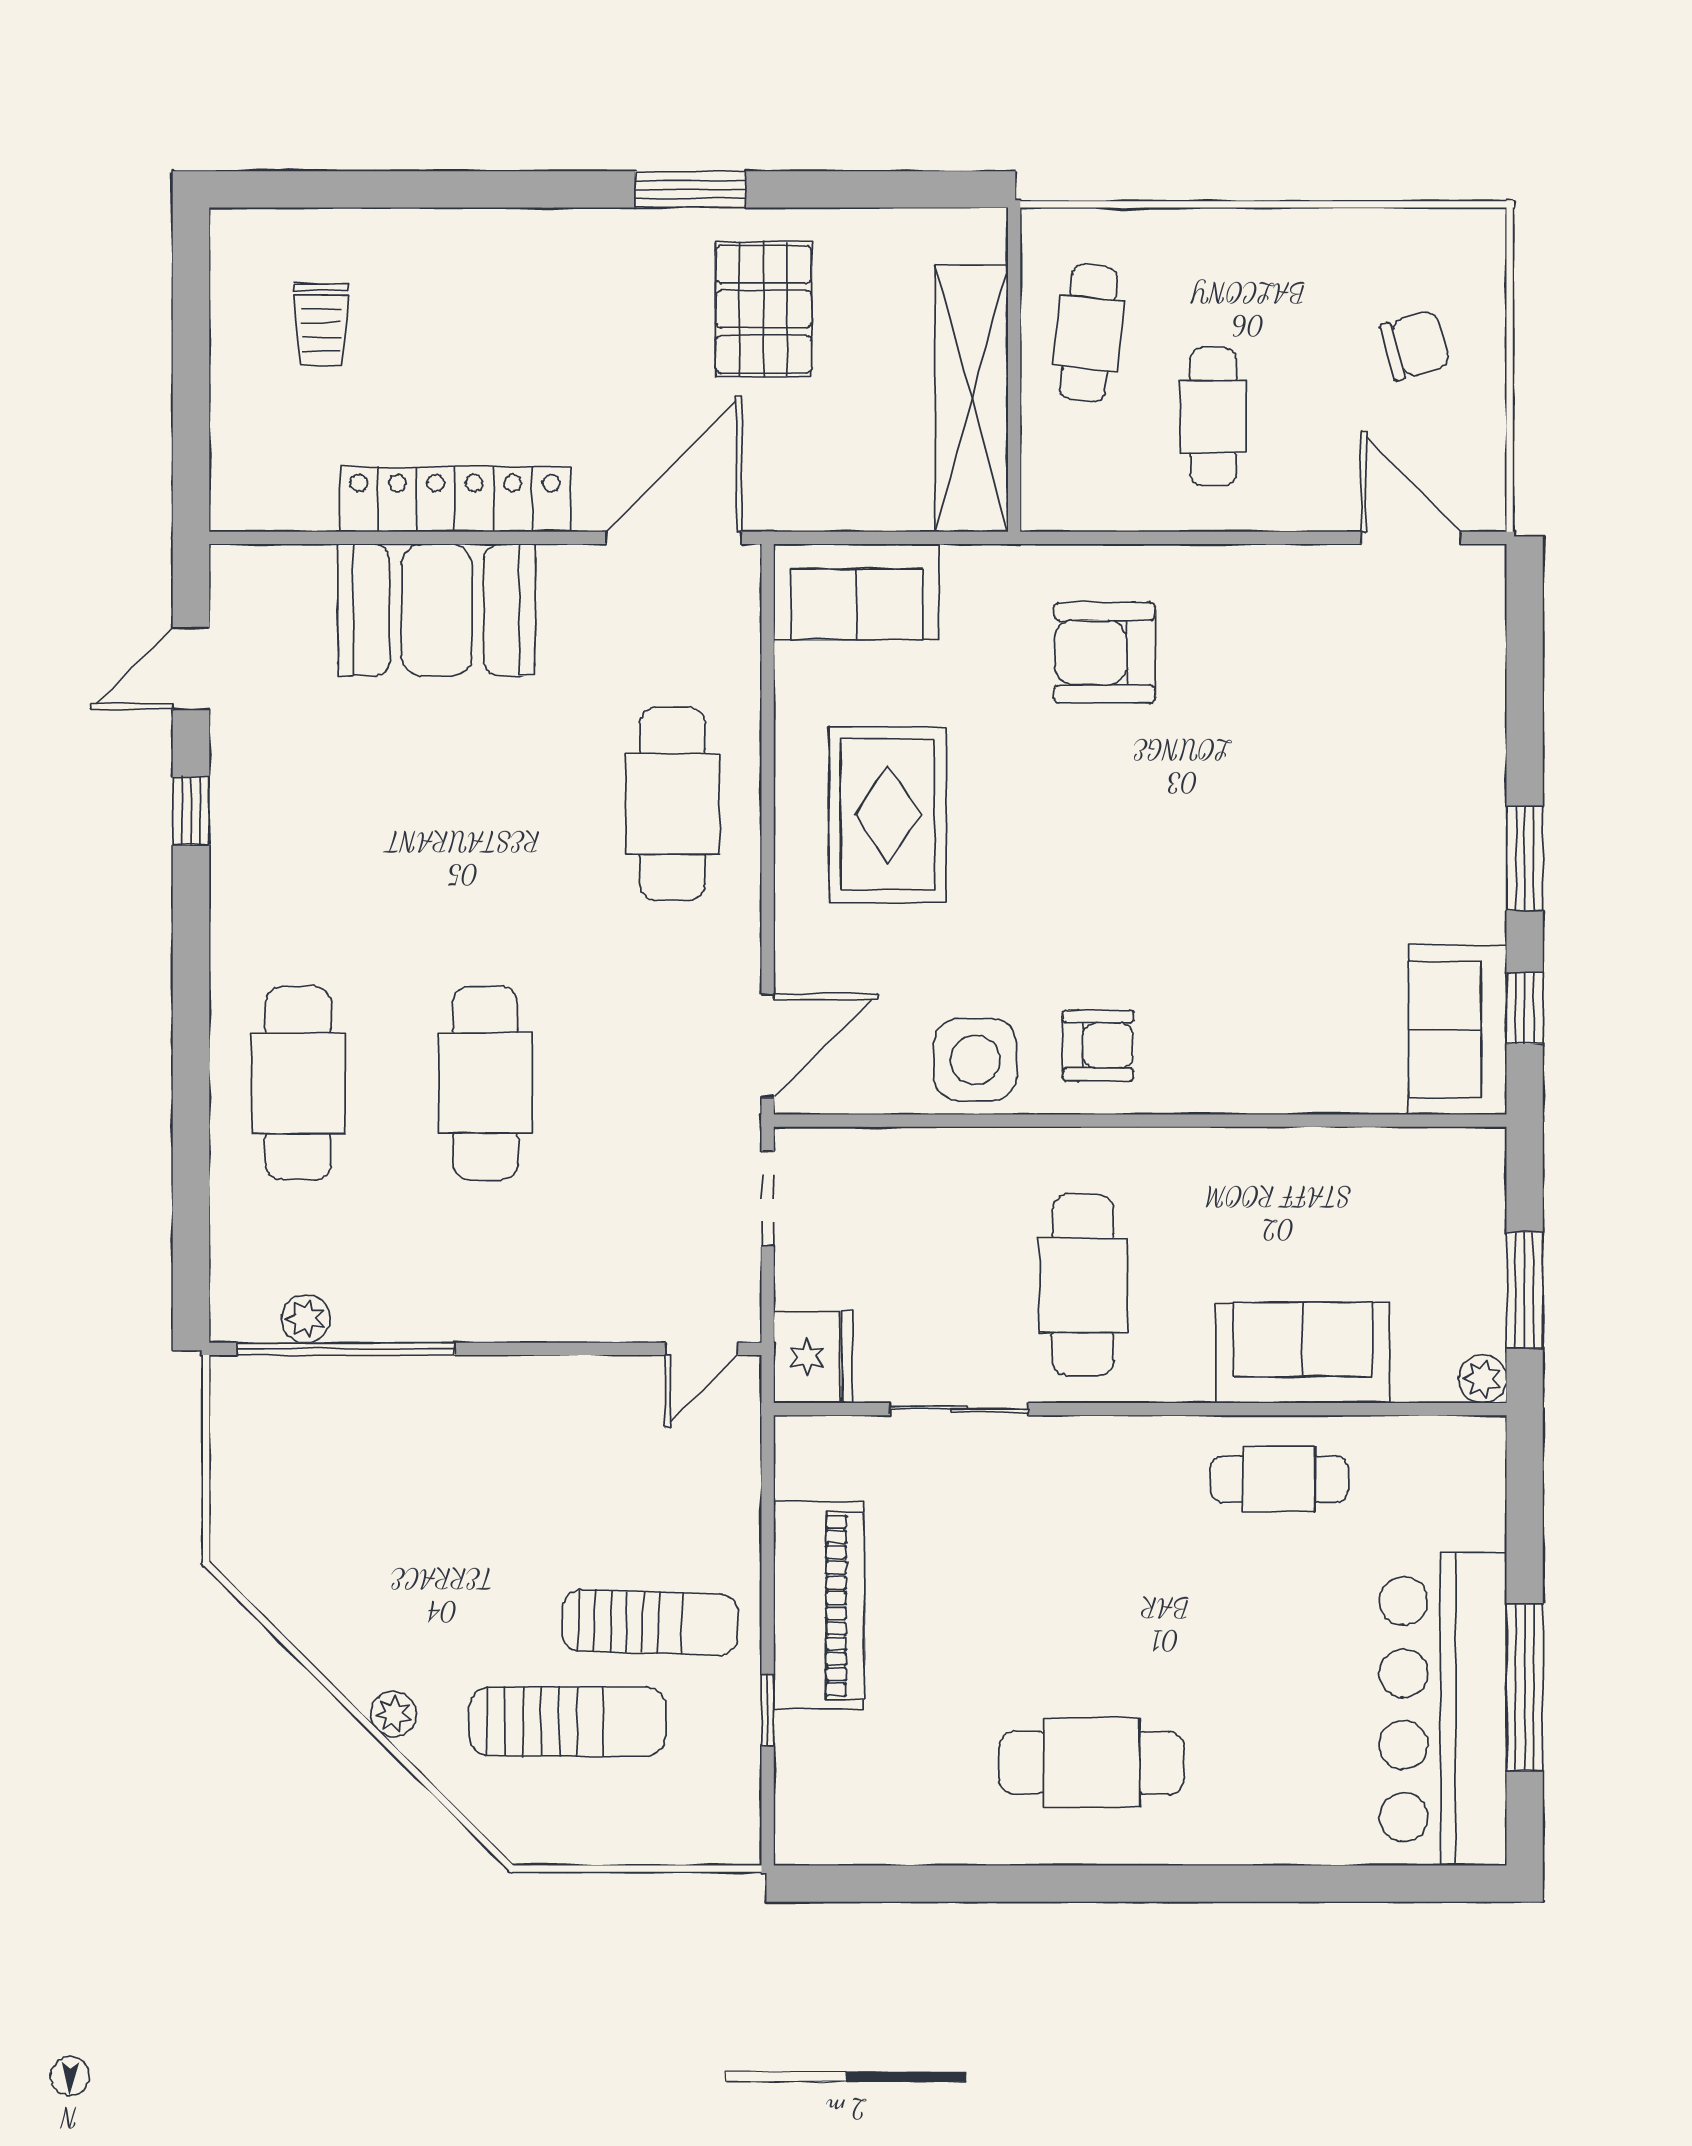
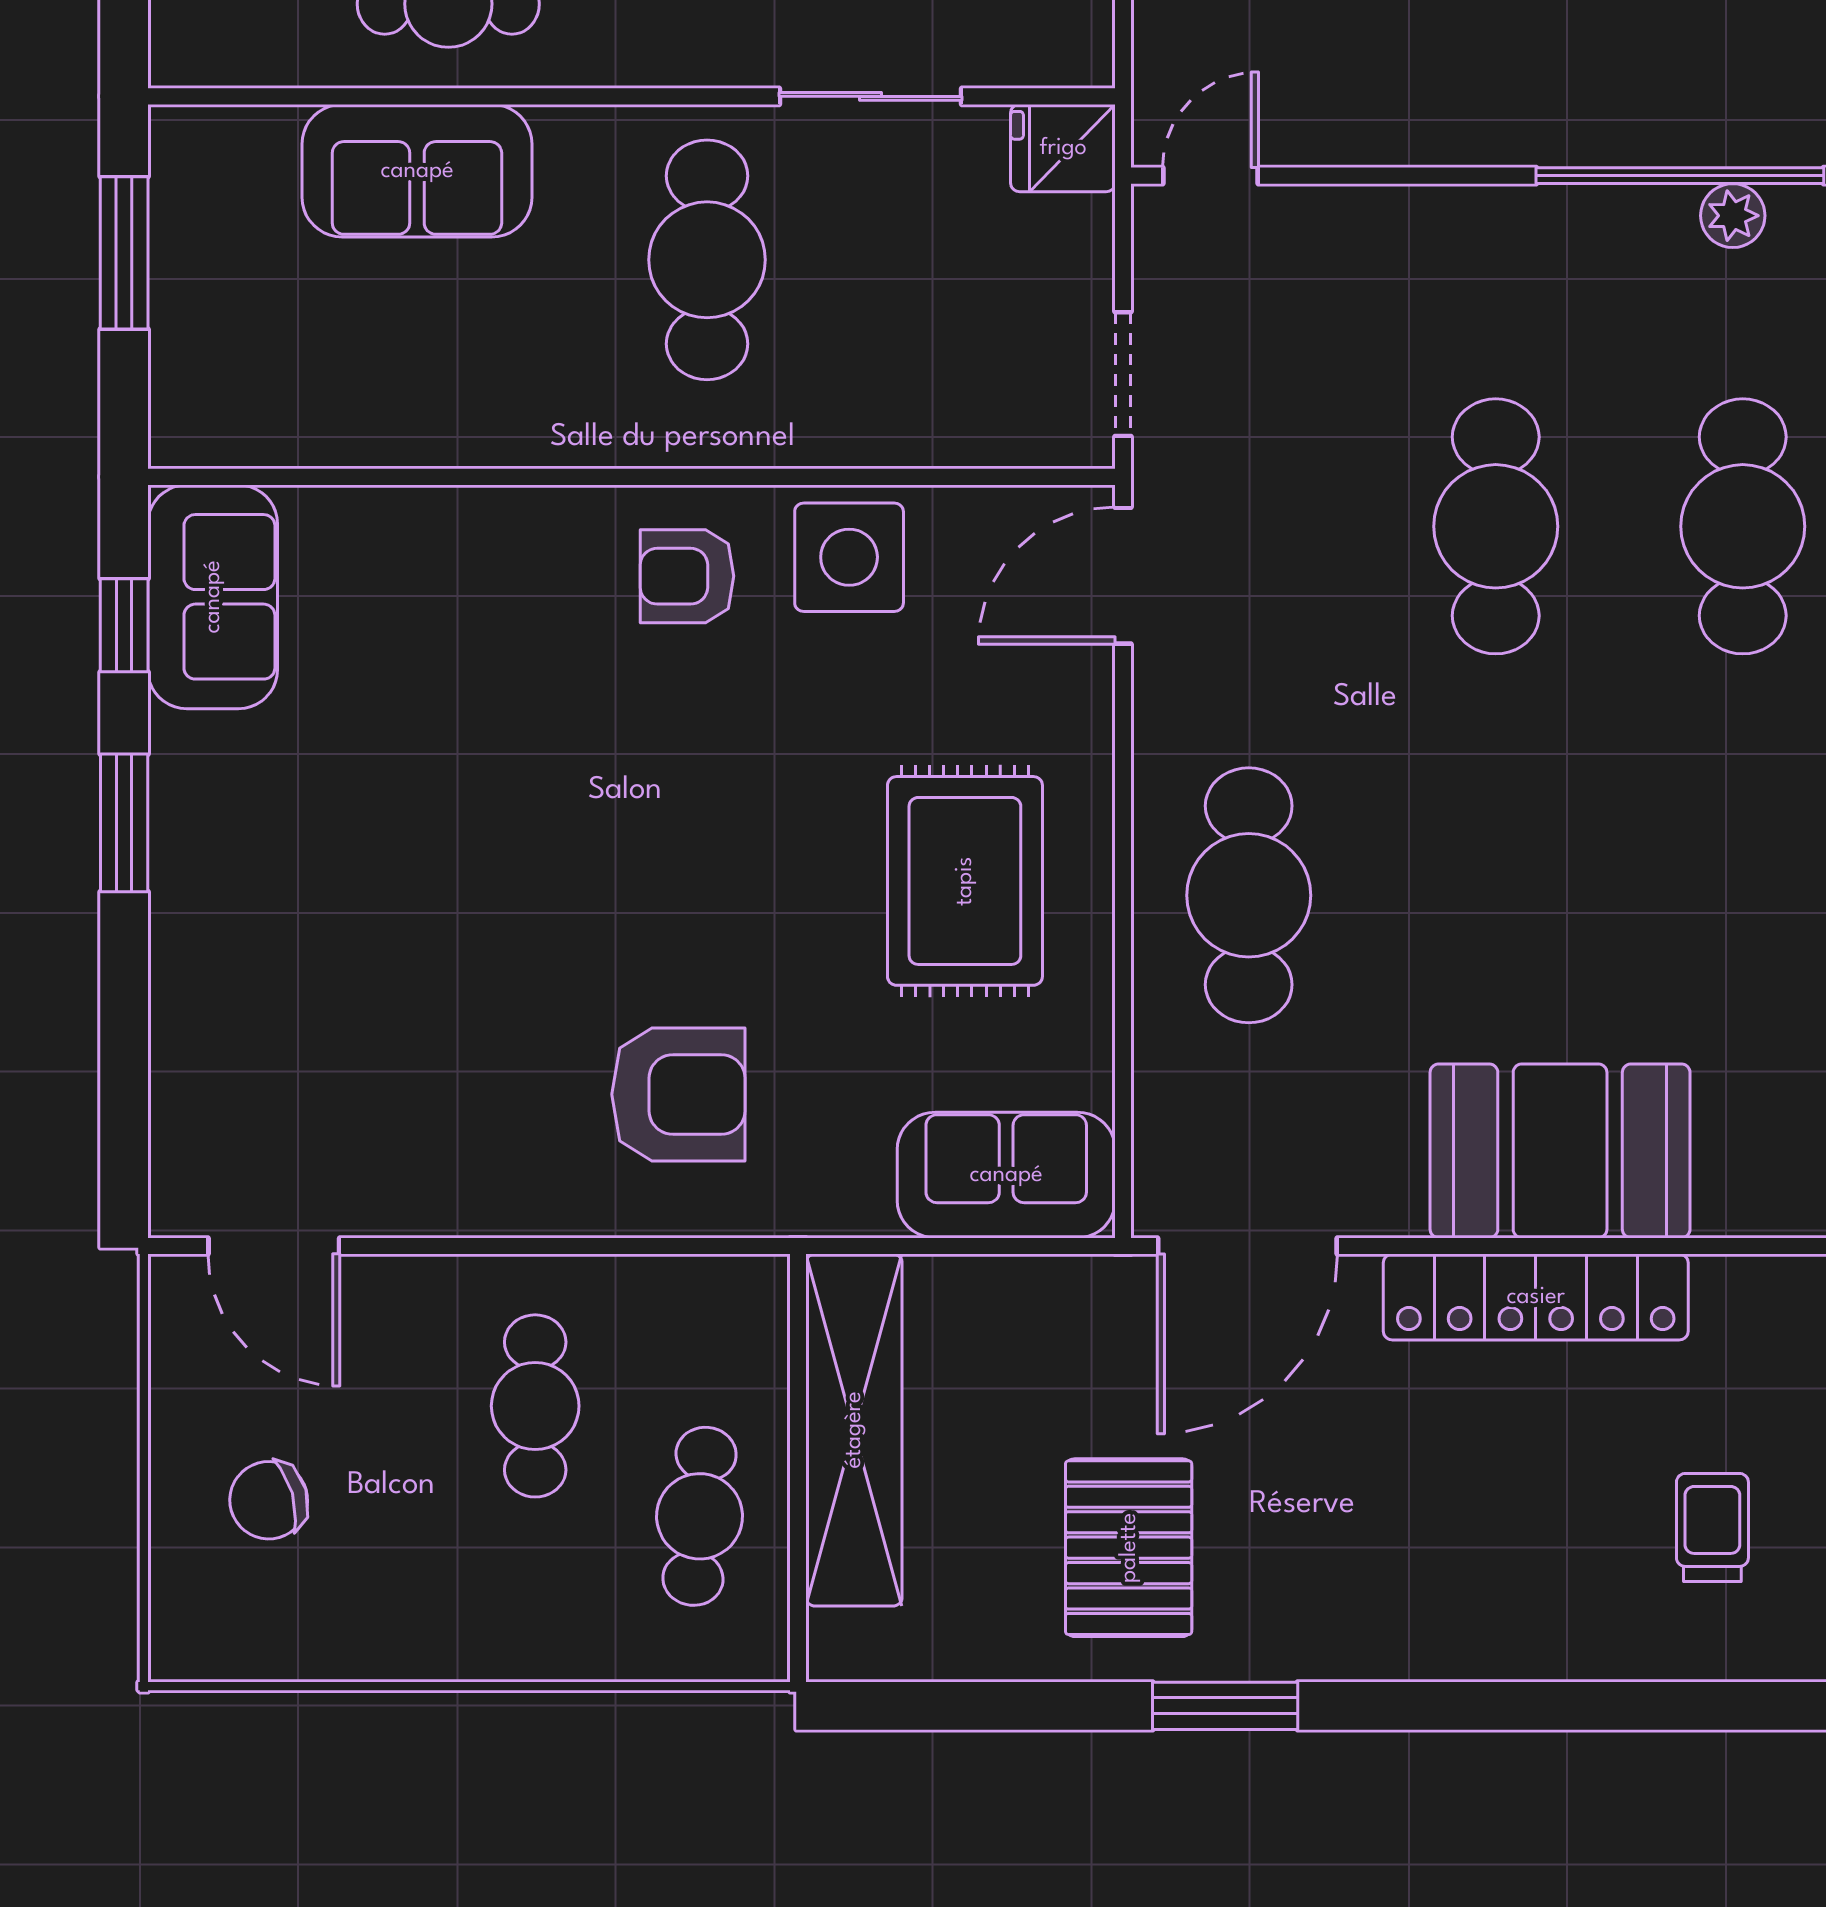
fridge: (813, 1357) -> (1063, 148), width x0.72
plant: (1483, 1379) -> (180, 136), removed

